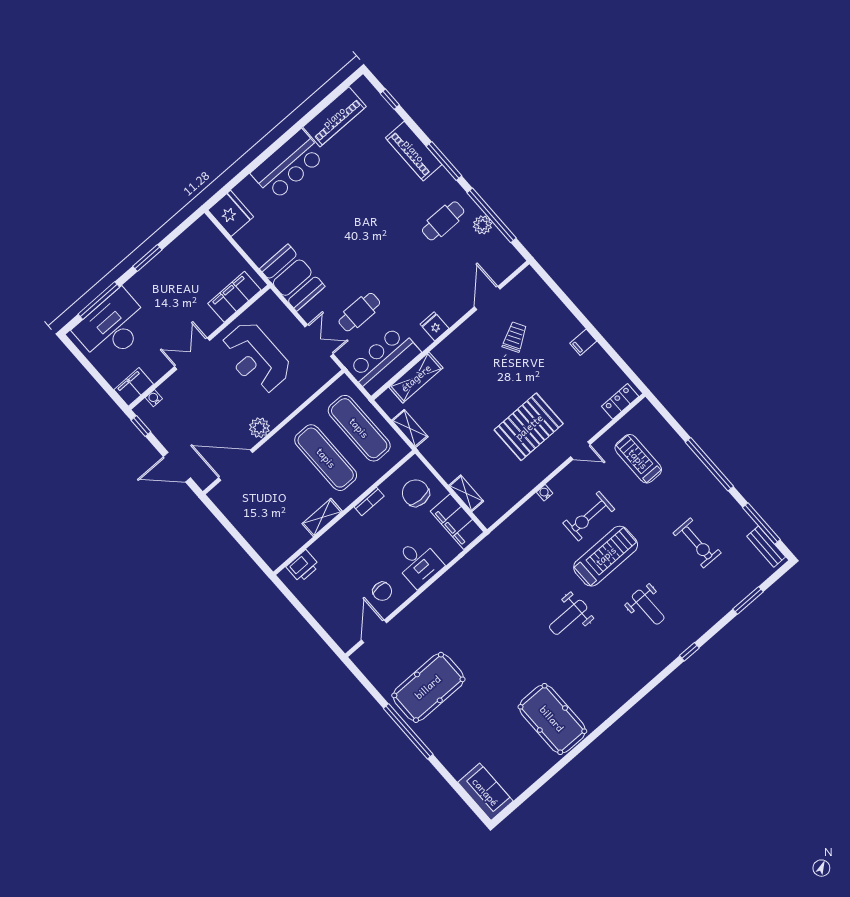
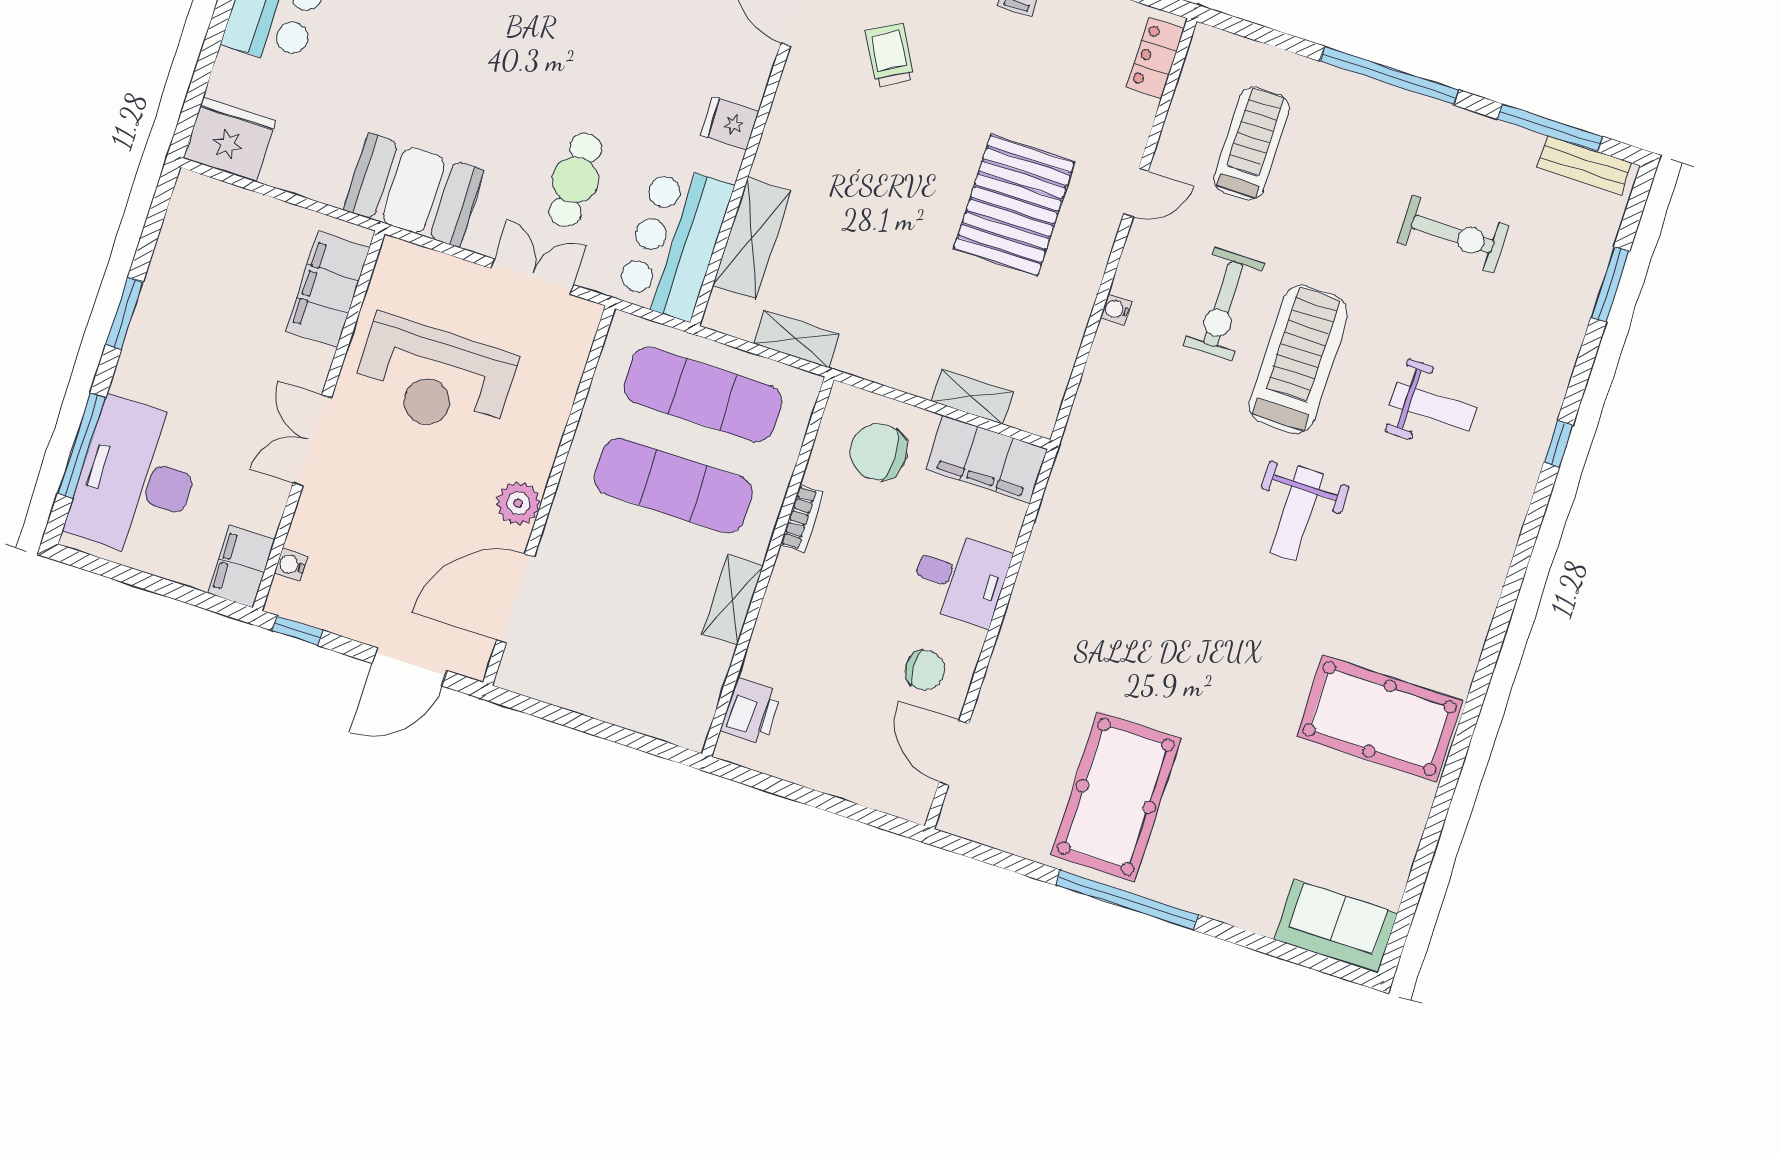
treadmill: (638, 459) -> (1252, 144), turned 90

